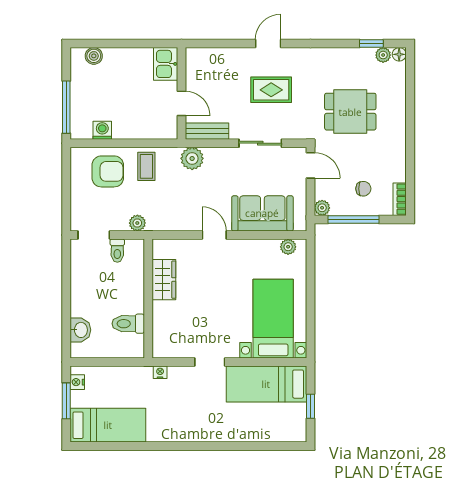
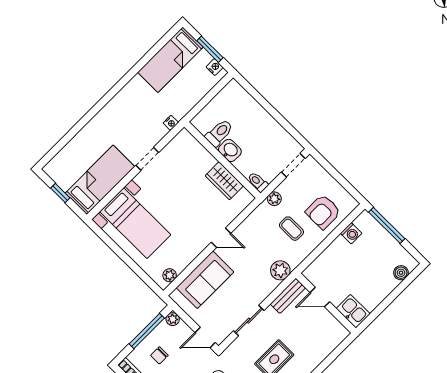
coffee table: (146, 166) -> (291, 229), moved
toilet: (117, 251) -> (258, 182), moved
washbasin: (80, 330) -> (230, 150), moved, turned 180

